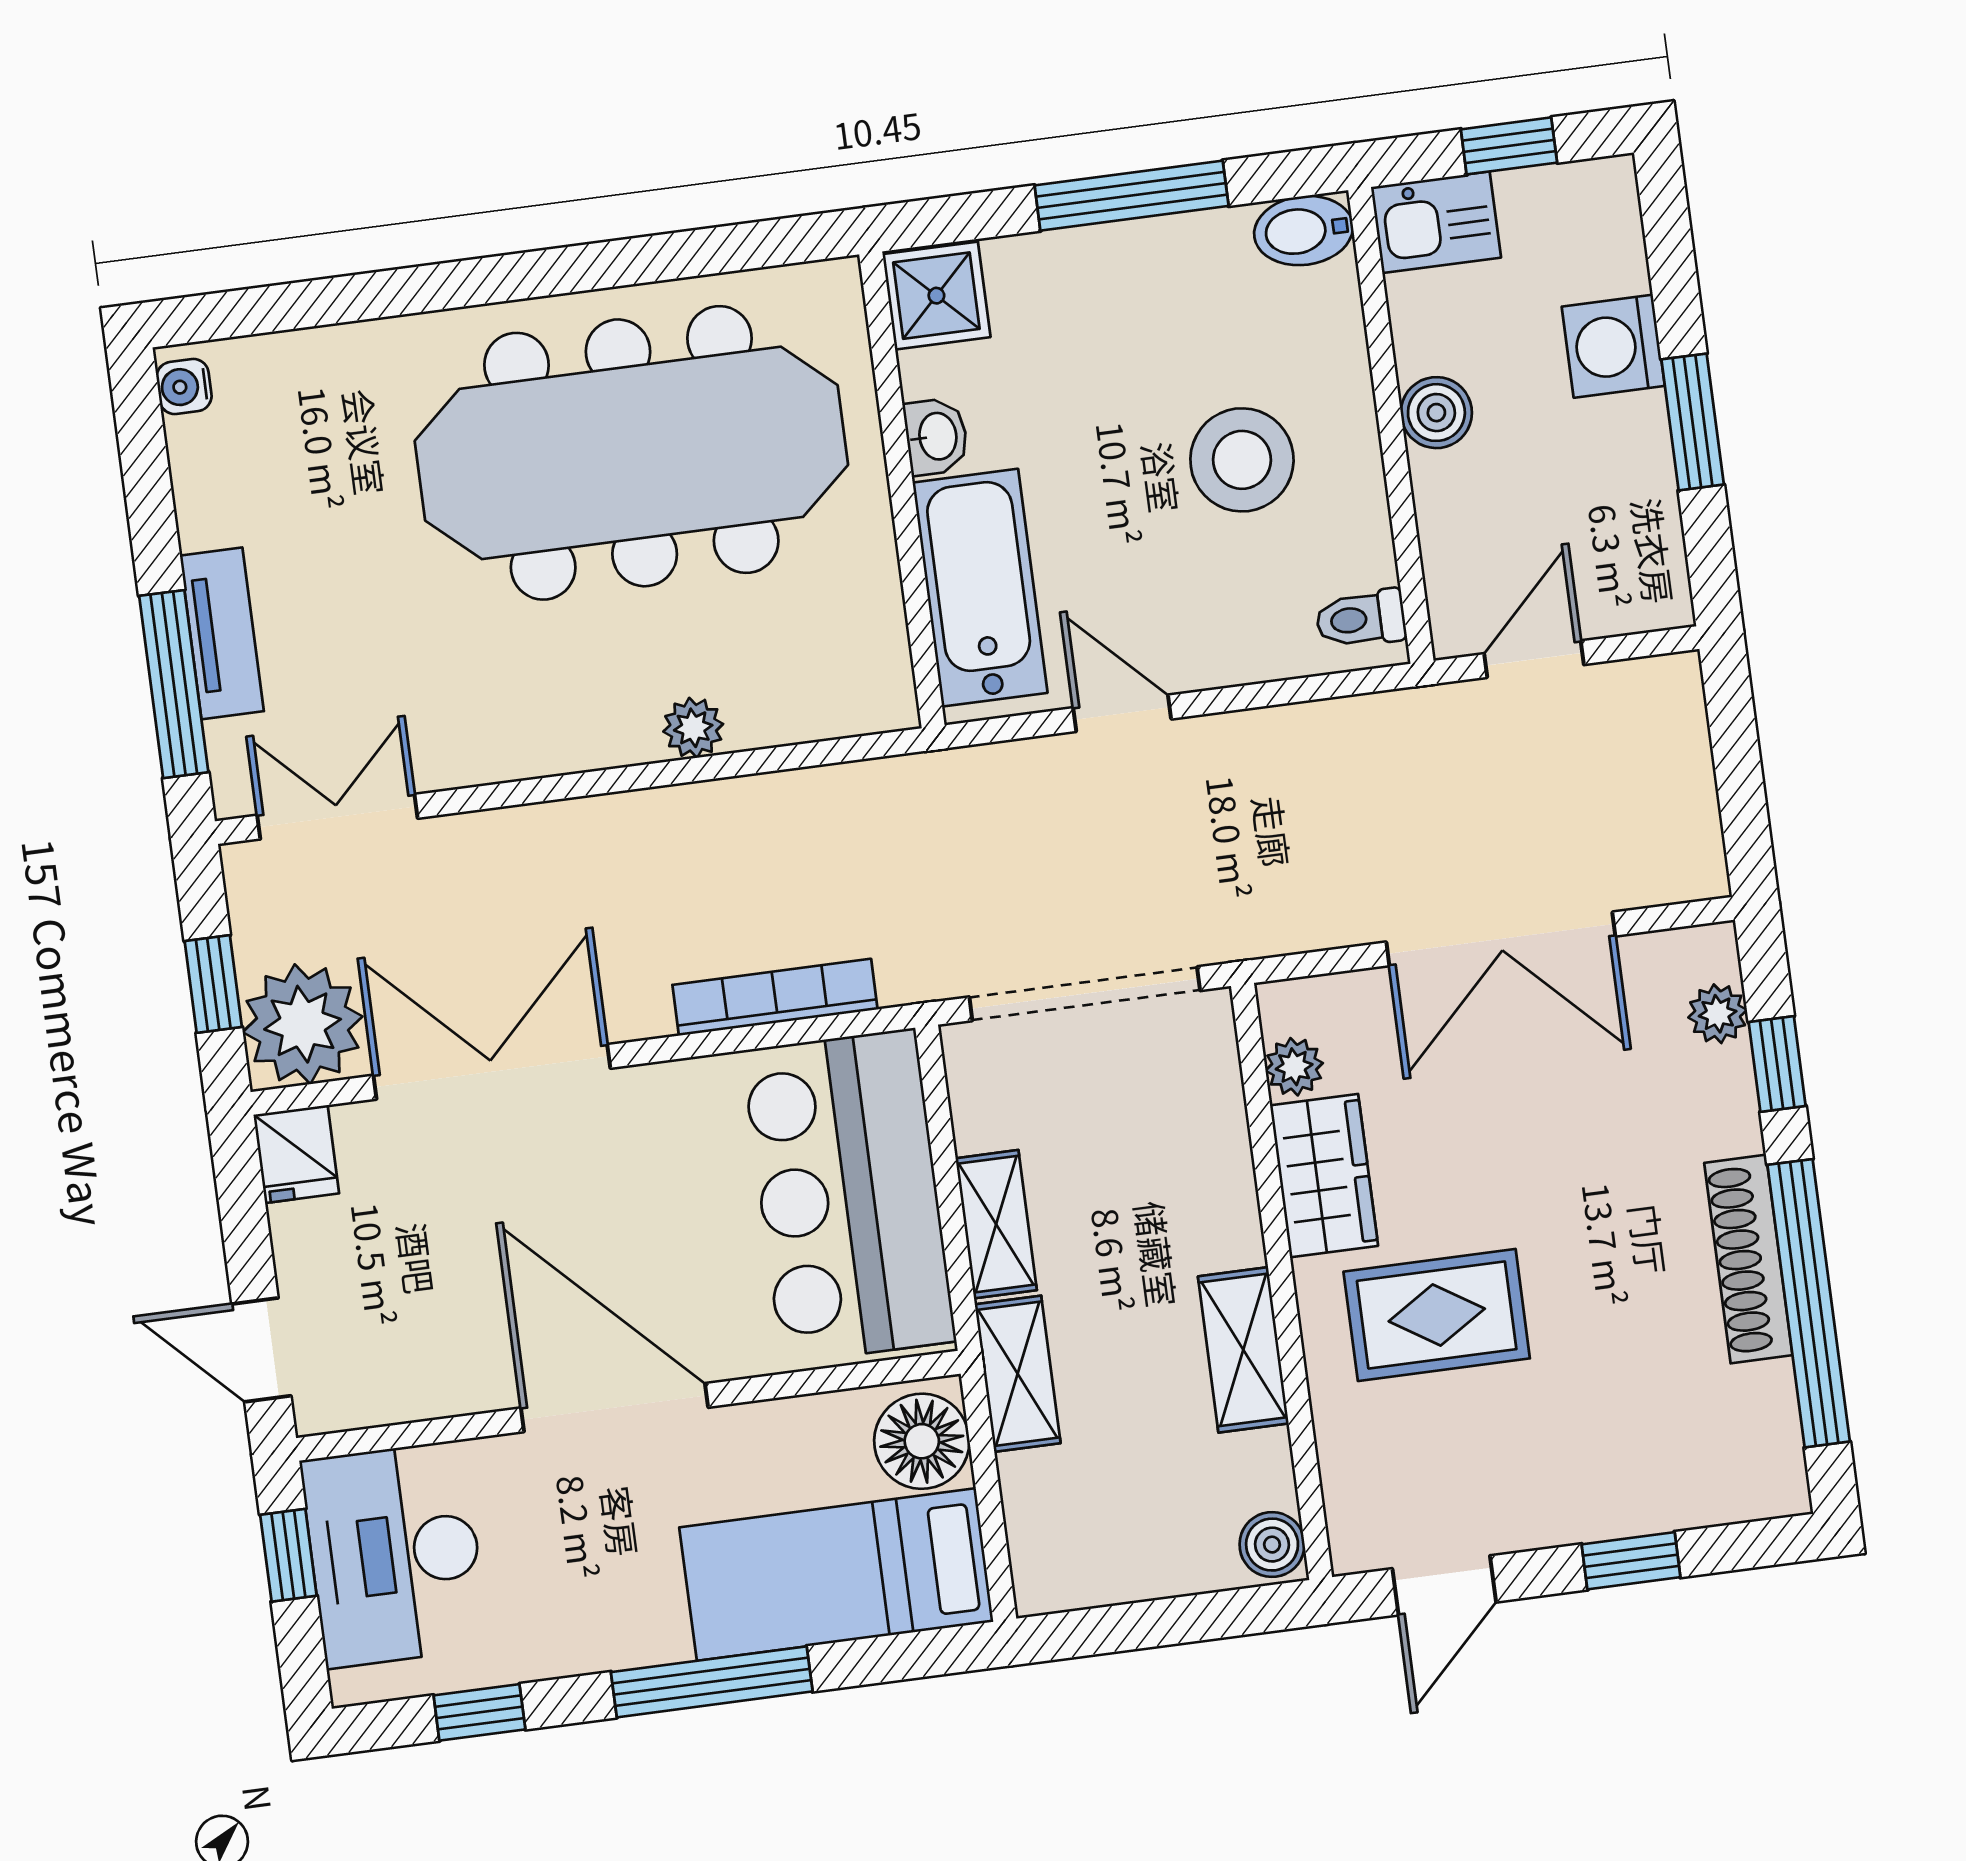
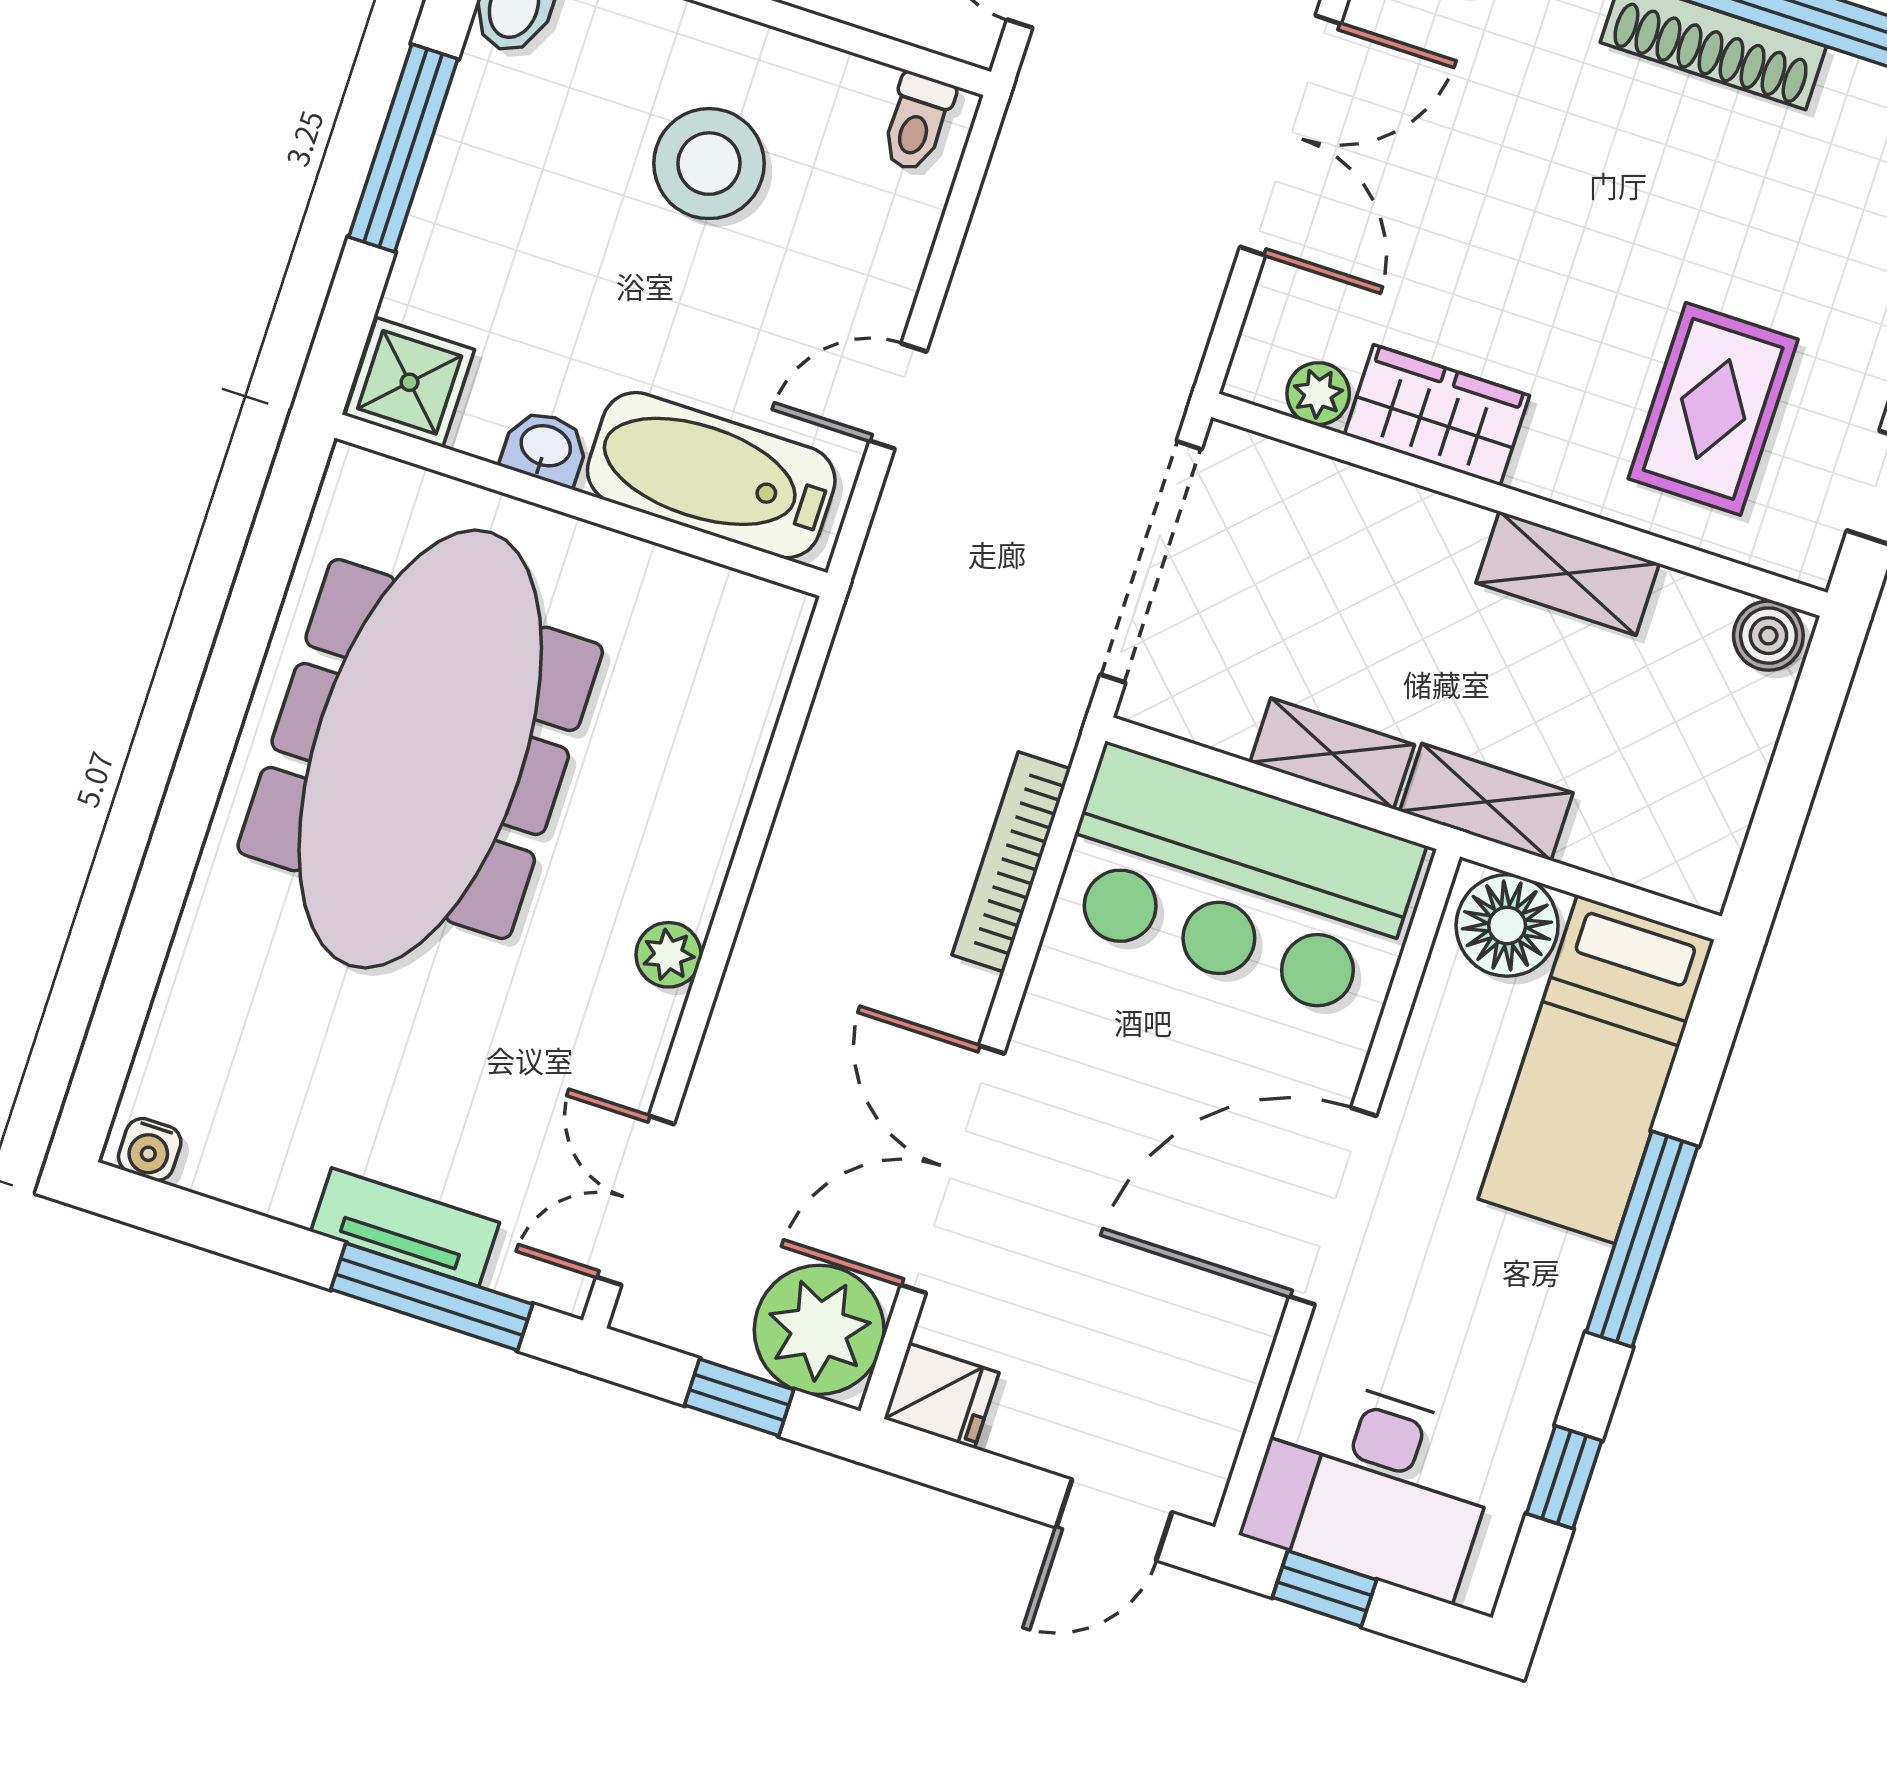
plant: (693, 728) -> (669, 955), moved
rug: (1437, 1315) -> (1713, 409), moved

